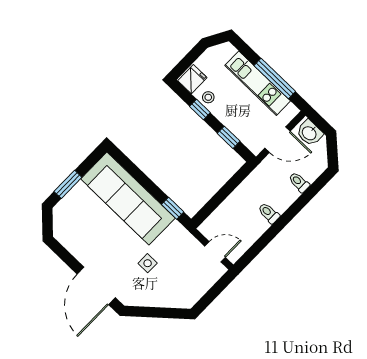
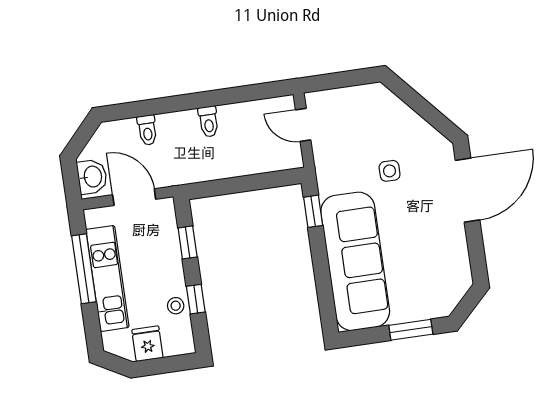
fridge: (192, 79) -> (147, 344), moved, turned 90

